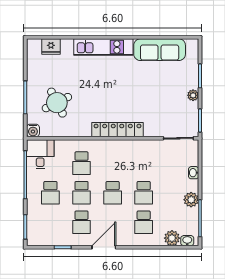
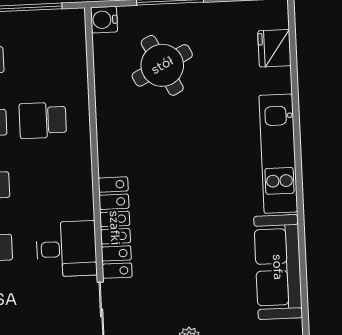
locker: (117, 130) -> (115, 228), moved
desk: (40, 154) -> (66, 249), moved

